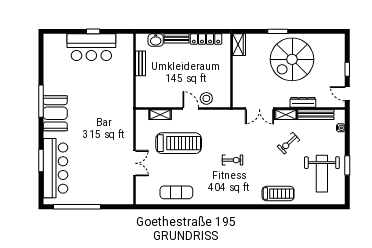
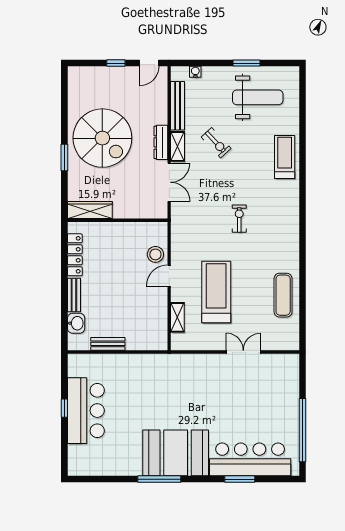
wardrobe: (239, 45) -> (90, 210), width x1.50
dresser: (303, 102) -> (161, 142), moved
booth: (55, 113) -> (176, 453), width x1.36, depth x1.42

